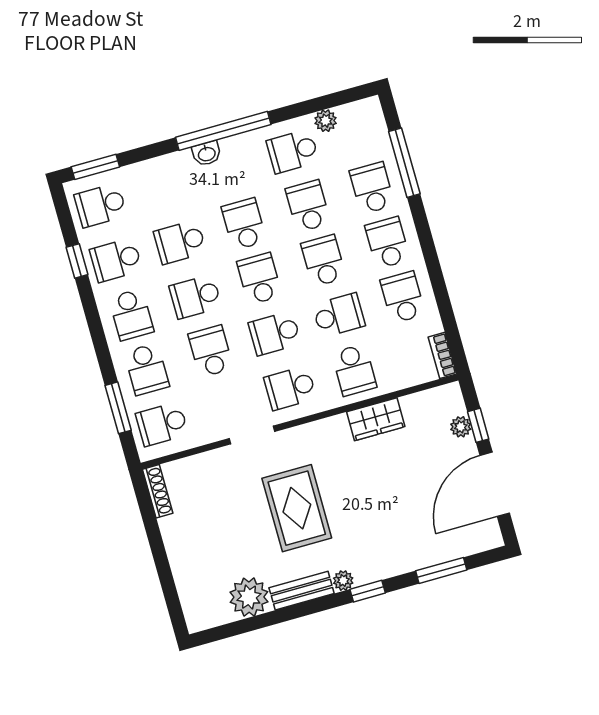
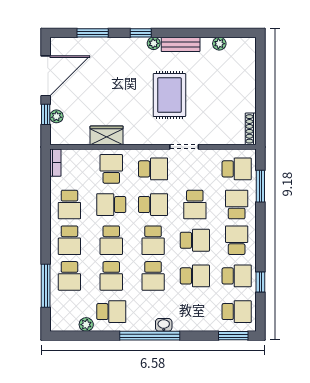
plant: (249, 597) -> (219, 44), width x0.53, depth x0.53

